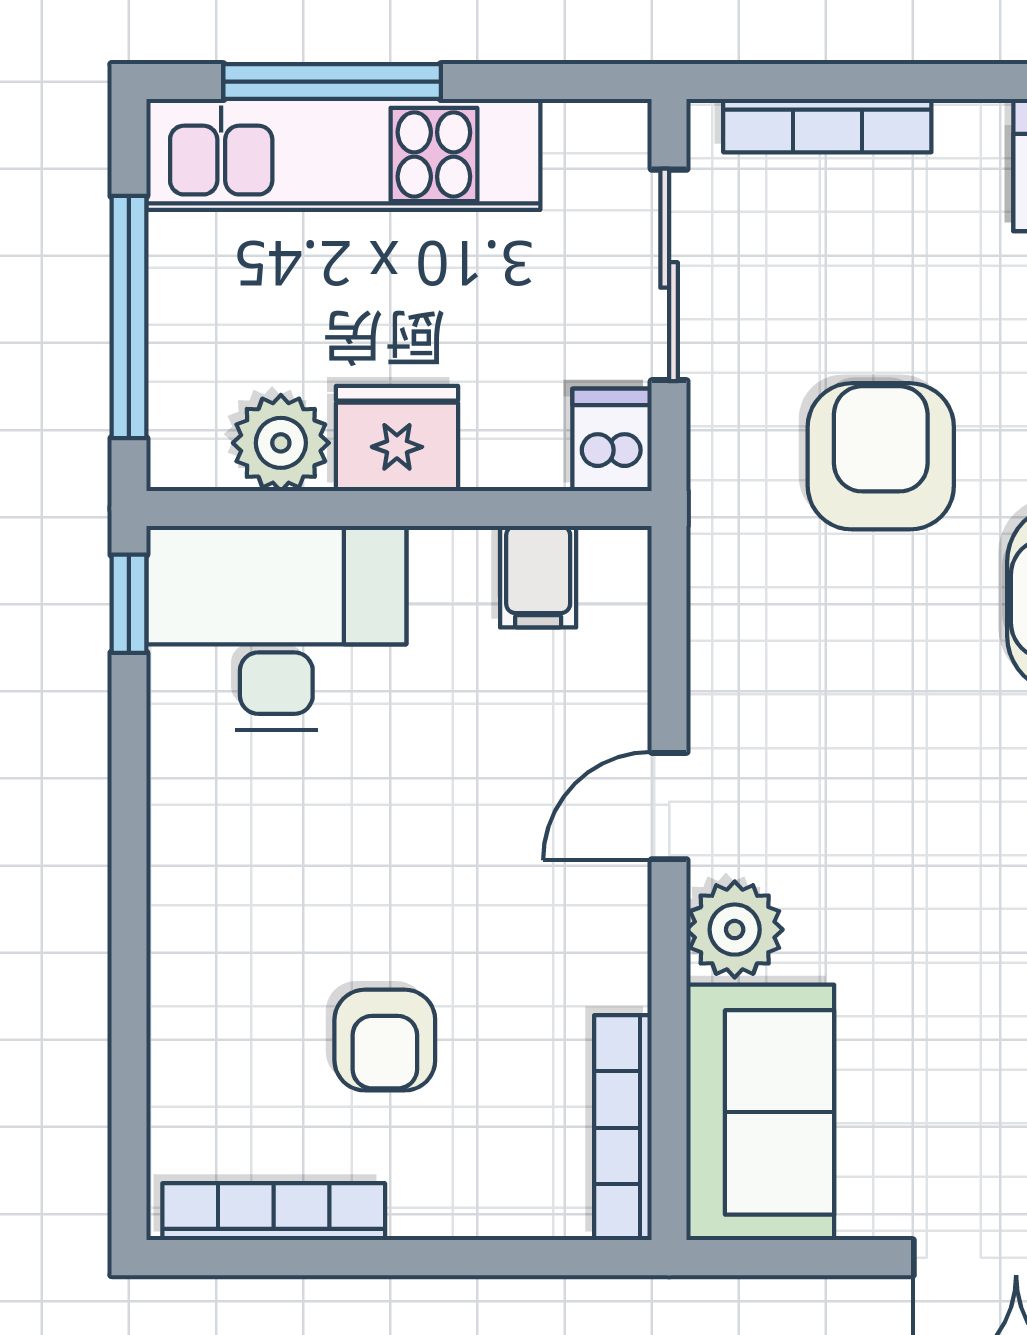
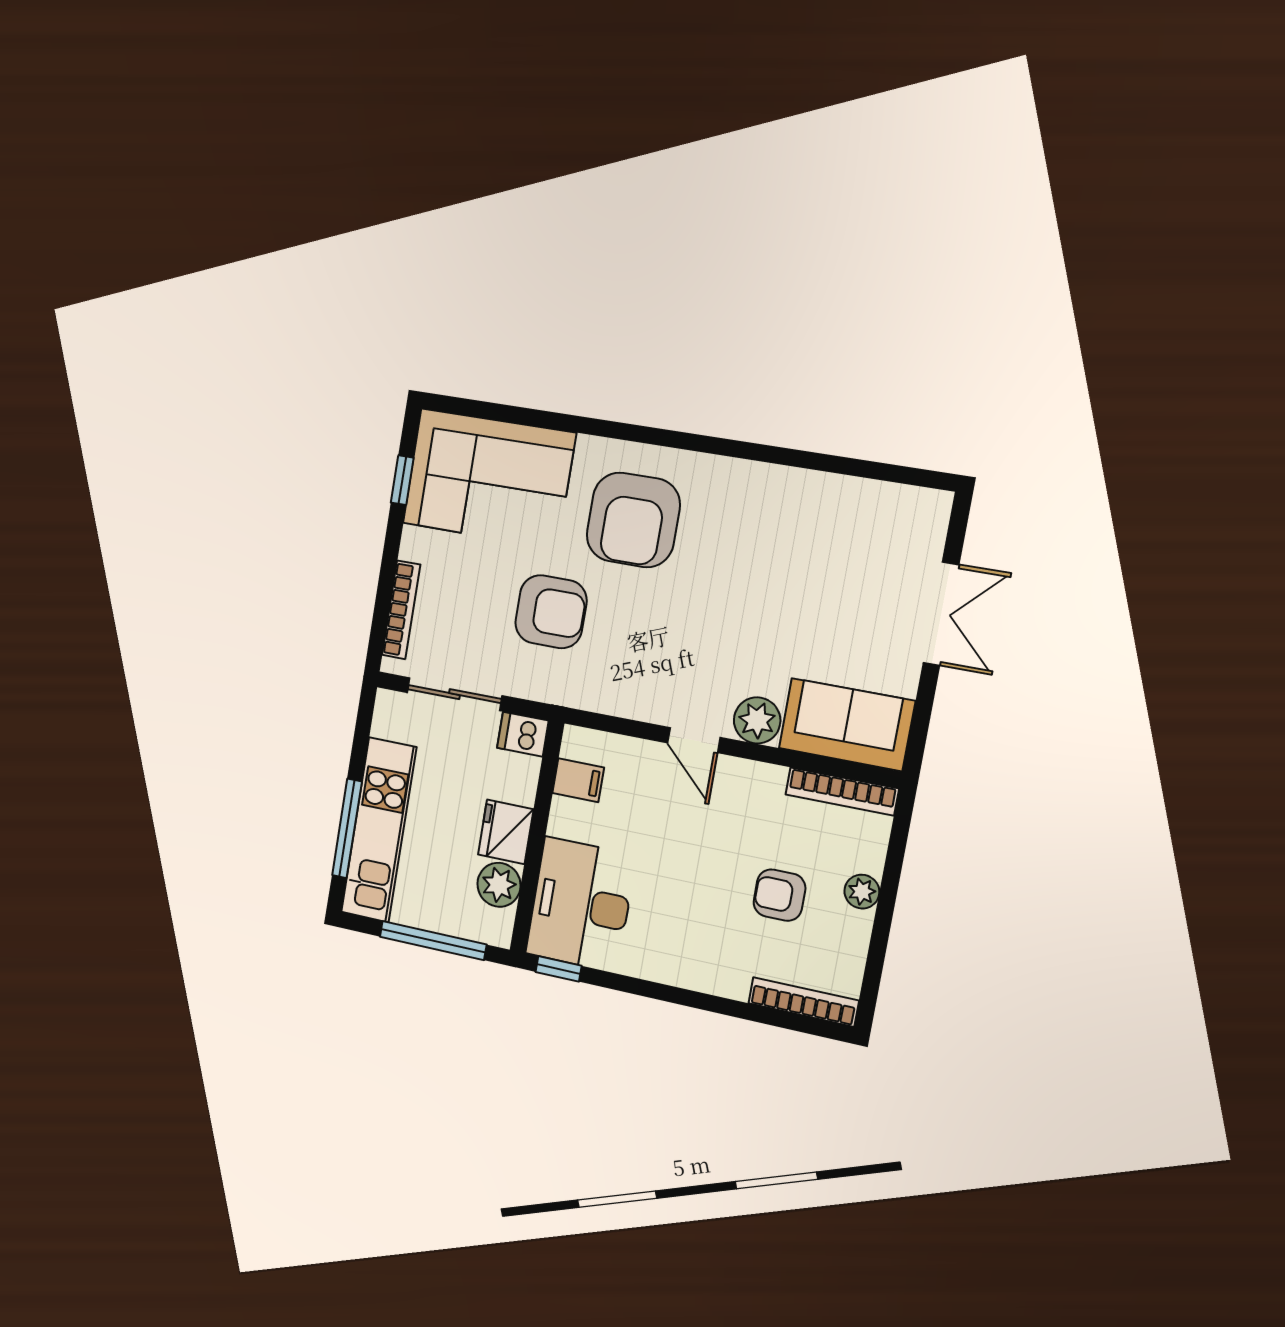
armchair: (881, 456) -> (551, 612), turned 180
armchair: (385, 1040) -> (779, 895), turned 180
plant: (427, 1205) -> (862, 892), added
bookcase: (274, 1212) -> (803, 1002), moved, turned 90

